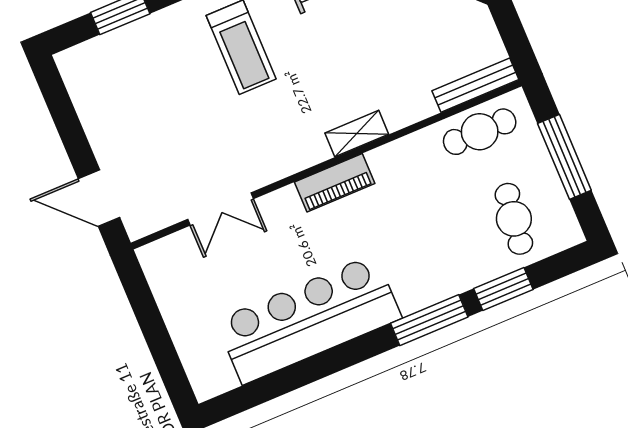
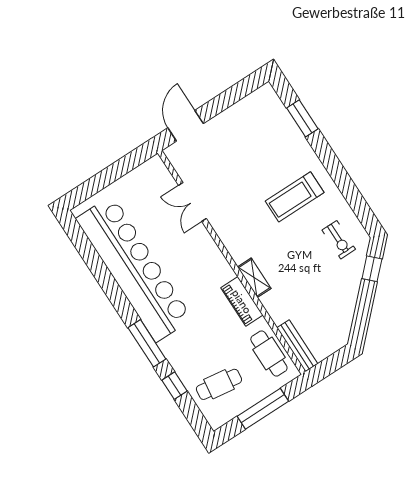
piano: (335, 183) -> (242, 301), moved
window: (503, 289) -> (174, 386), width x0.67
bar counter: (309, 319) -> (134, 269), width x1.36

